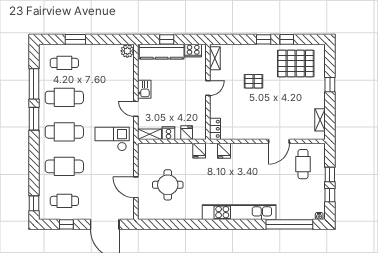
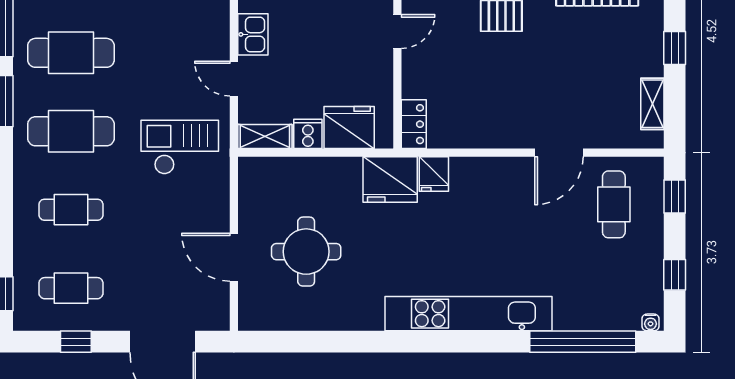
window: (330, 85) -> (675, 48), moved
fridge: (187, 133) -> (349, 128), width x1.88, depth x1.34
fridge: (199, 151) -> (390, 180), width x1.88, depth x1.34
cafe table: (64, 166) -> (71, 210), width x0.73, depth x0.74
window: (330, 174) -> (675, 196), moved

